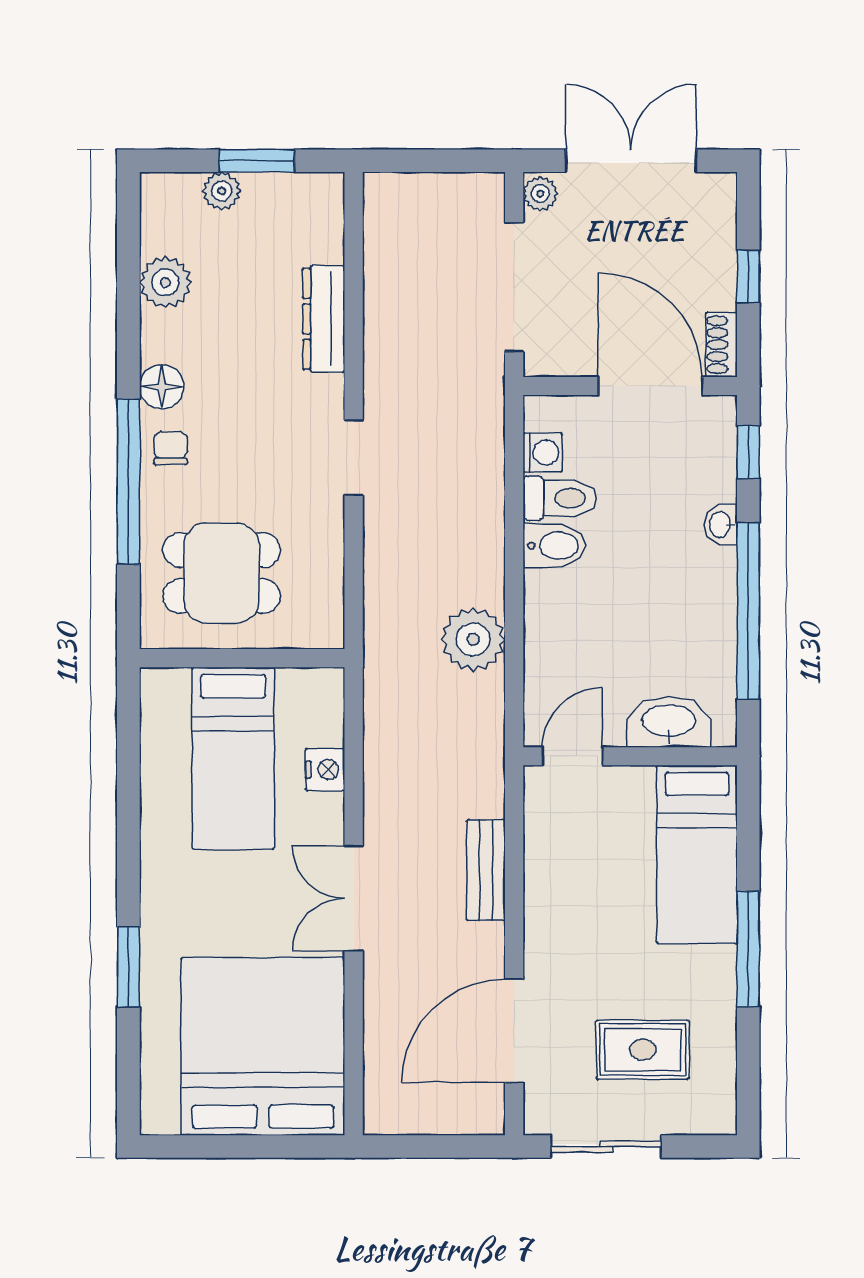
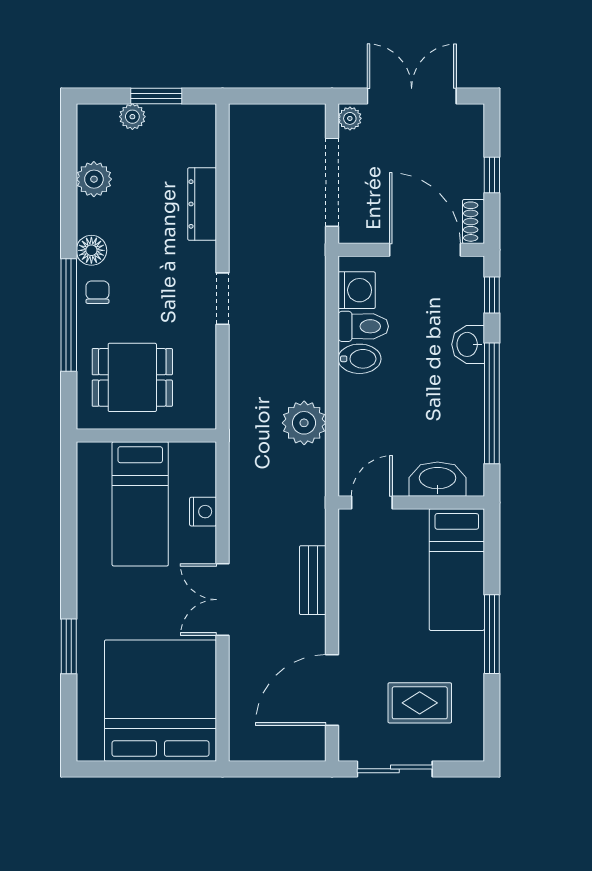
washing machine: (543, 453) -> (357, 290), width x1.38, depth x1.38
washbasin: (721, 525) -> (468, 344), width x1.38, depth x1.45

